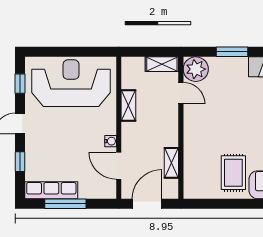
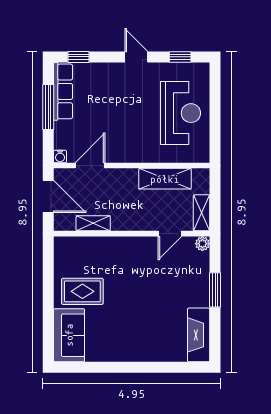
plant: (196, 69) -> (202, 244), width x0.53, depth x0.53
reception desk: (71, 83) -> (181, 113), width x0.74, depth x0.77
shelving: (128, 105) -> (165, 179), width x1.50, depth x1.33
water cooler: (111, 141) -> (60, 156), moved
window: (20, 162) -> (79, 57), moved

